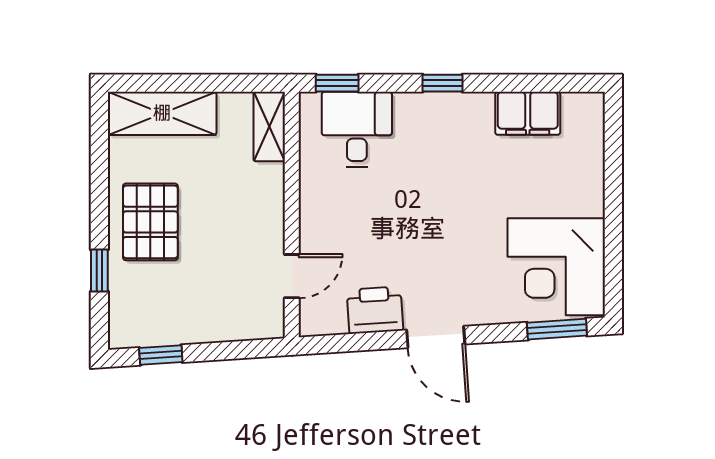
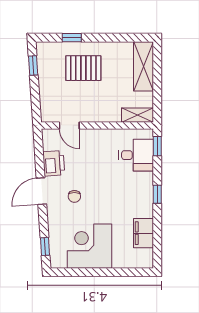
pallet: (150, 222) -> (83, 68), moved
chair: (447, 265) -> (74, 196), added
corner desk: (556, 267) -> (90, 246), moved
window: (557, 329) -> (45, 246), width x0.67

